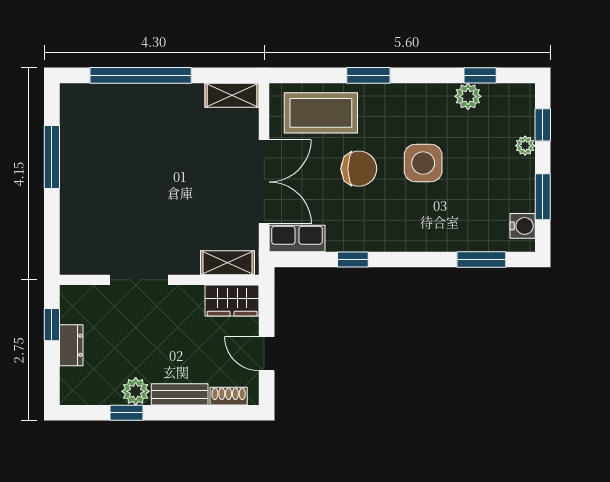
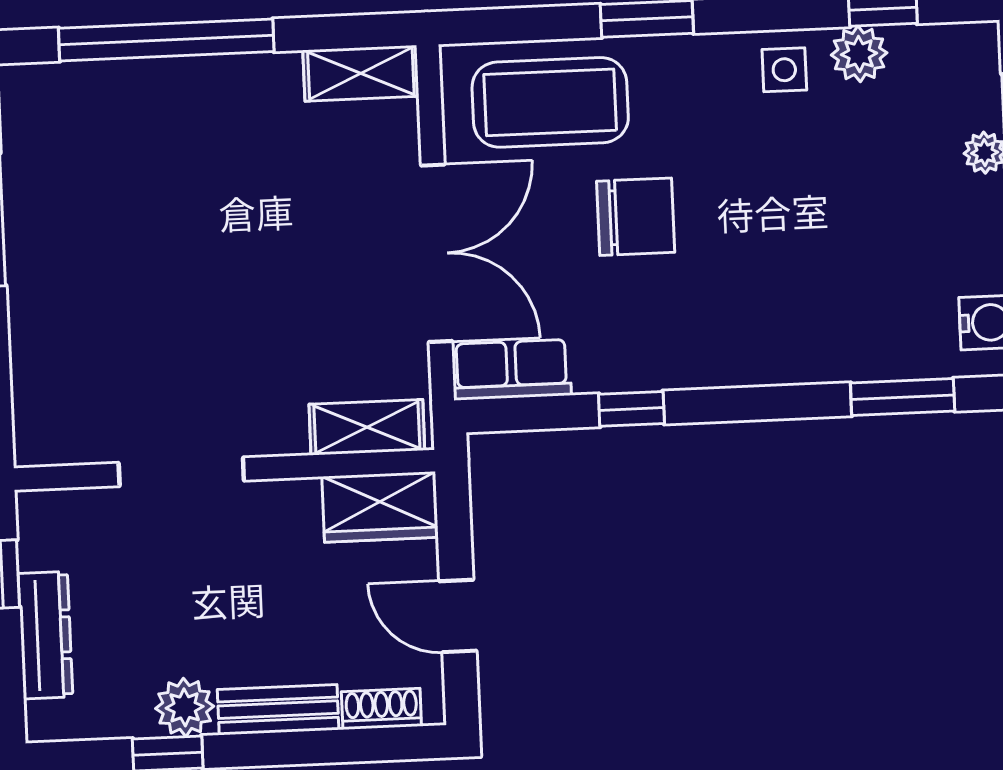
side table: (423, 163) -> (784, 70), moved, width x0.54, depth x0.54
dresser: (71, 345) -> (45, 635), width x1.44

